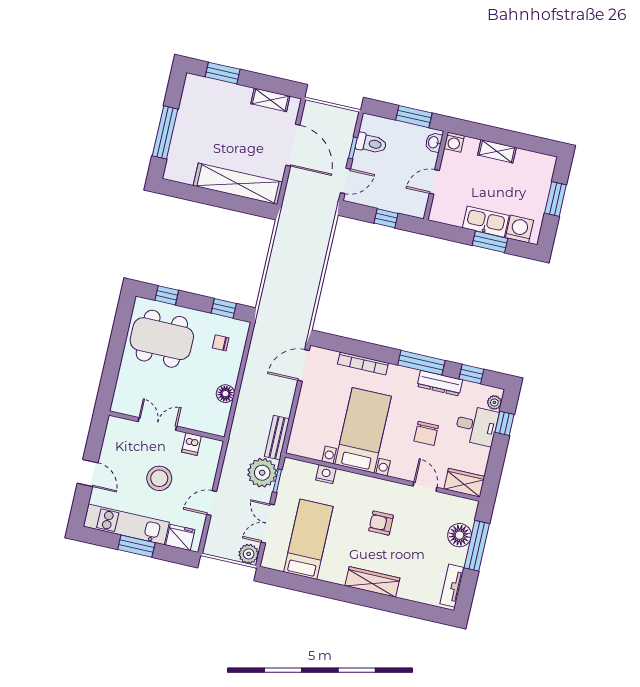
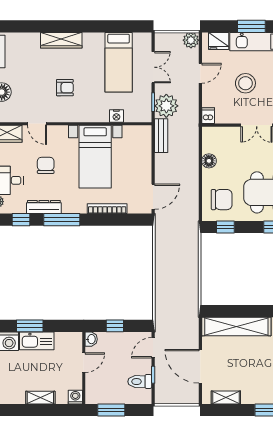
washbasin: (434, 142) -> (91, 339), moved
chair: (221, 343) -> (222, 200), width x1.87, depth x1.87
dishwasher: (191, 444) -> (208, 116), moved
plant: (249, 554) -> (191, 40), moved

